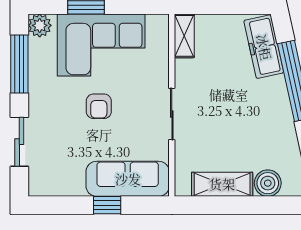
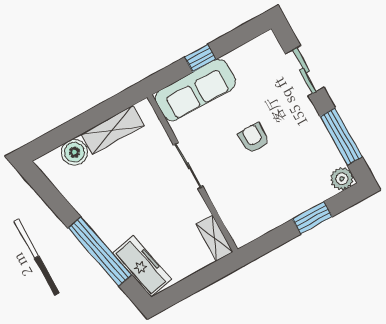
corner sofa: (101, 45) -> (281, 191), removed

